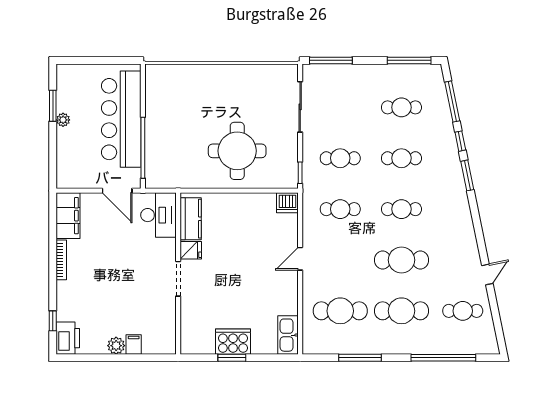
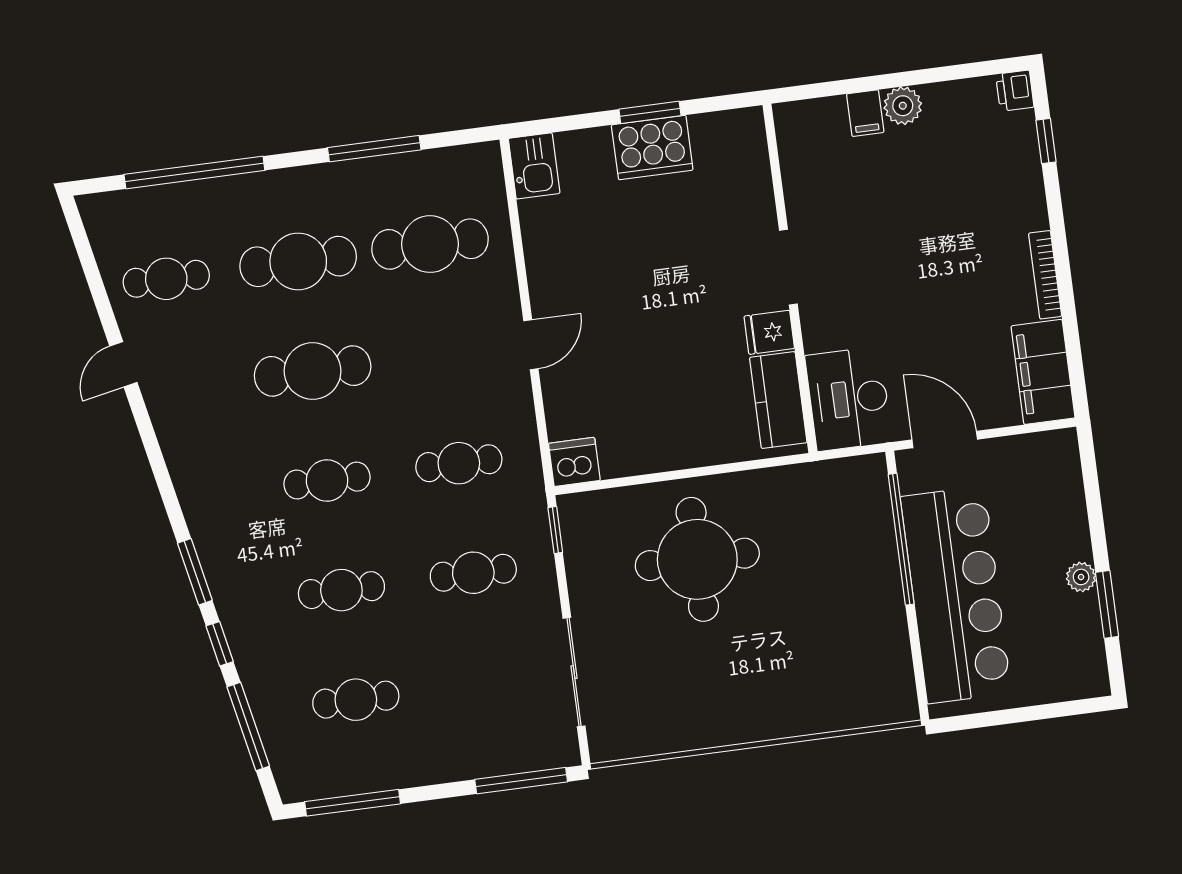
kitchen sink: (288, 335) -> (534, 166), width x0.73
printer: (68, 338) -> (1015, 91), width x0.53, depth x0.68

